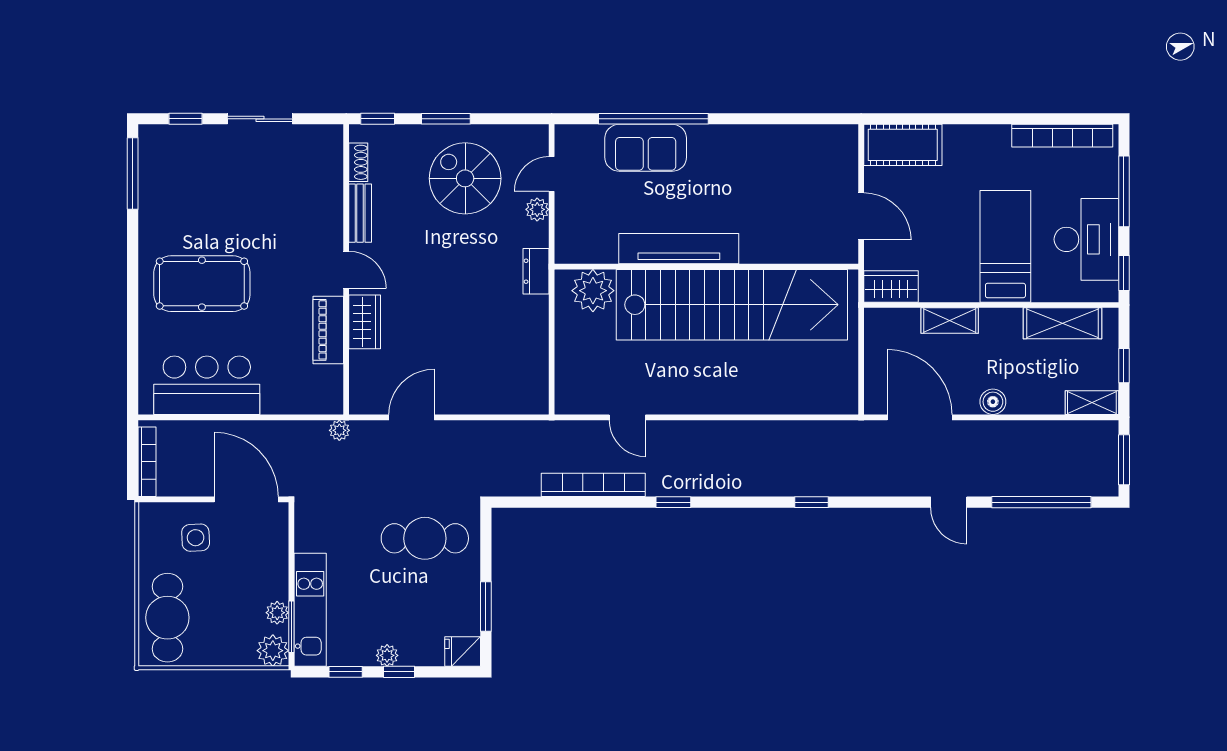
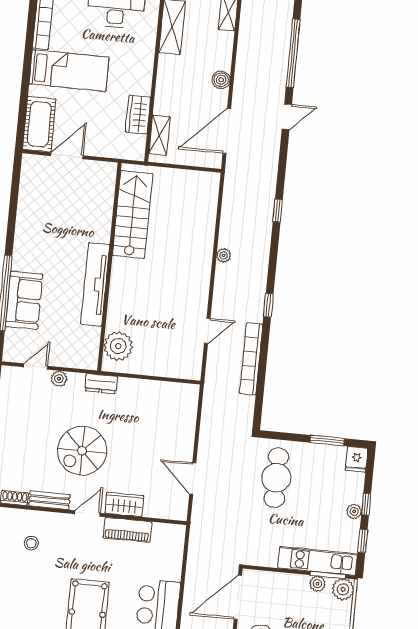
door: (552, 174) -> (36, 366), swing flipped
spiral stairs: (465, 178) -> (82, 451), moved
stool: (295, 193) -> (31, 543), added
door: (861, 216) -> (67, 156), moved
bed: (1005, 246) -> (69, 71), moved, turned 180
wardrobe: (891, 286) -> (138, 115), moved
stairs: (732, 305) -> (133, 214), width x0.54, depth x0.66
shelving: (950, 321) -> (160, 135), moved
plant: (339, 430) -> (224, 255), moved

